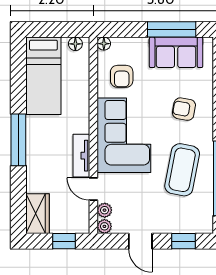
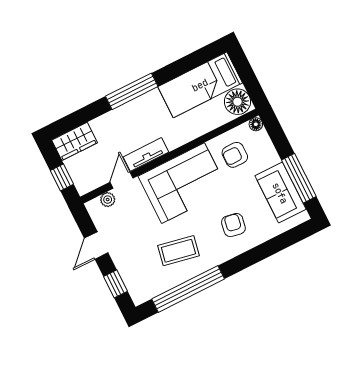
floor lamp: (75, 44) -> (237, 102), width x1.89, depth x1.89
coffee table: (182, 170) -> (178, 251), width x0.73, depth x0.76
plant: (104, 226) -> (93, 207), removed

